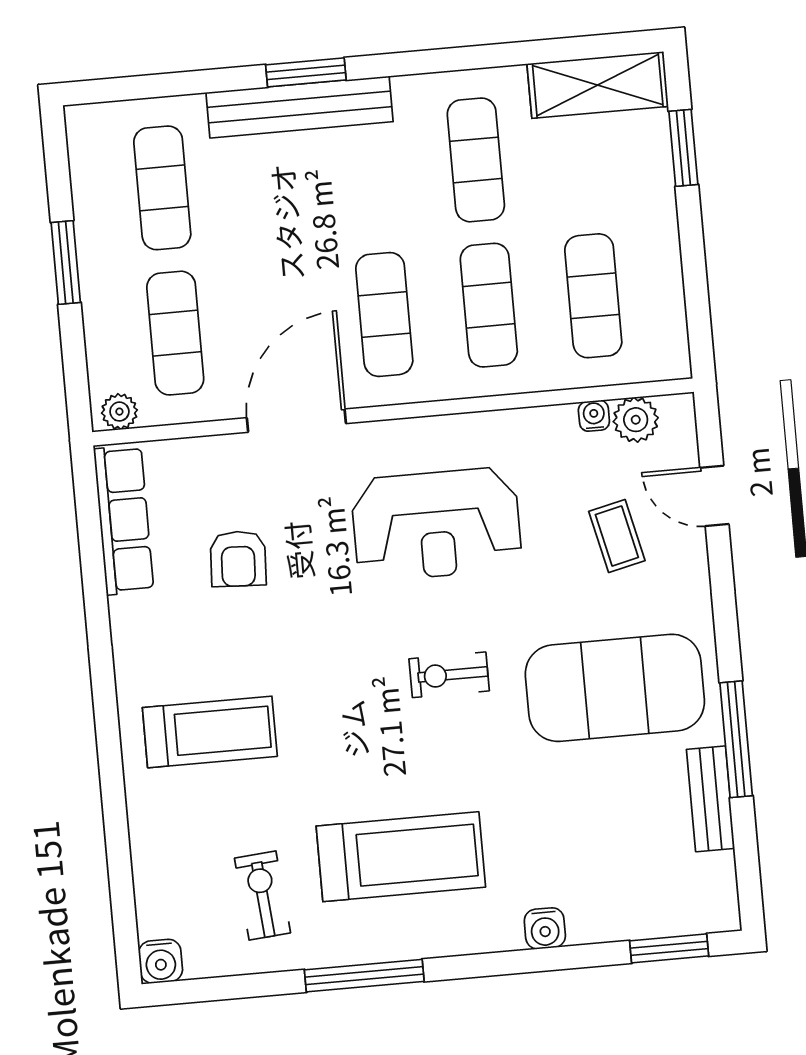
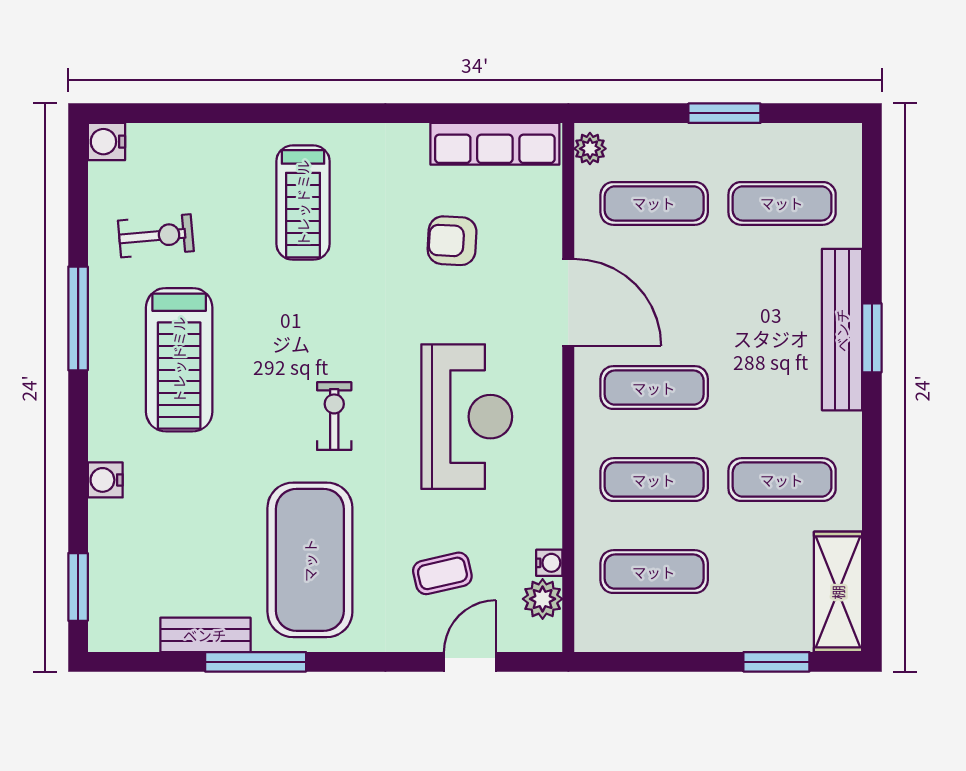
reception desk: (436, 524) -> (467, 417), turned 180

